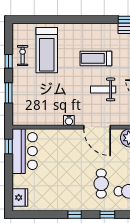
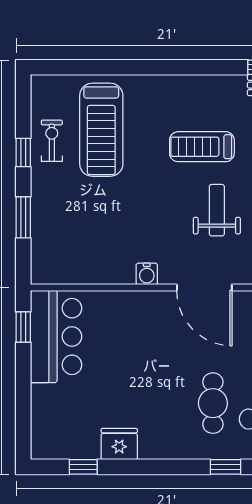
weight bench: (103, 89) -> (217, 210), turned 90
fridge: (20, 197) -> (119, 444), moved, turned -90
window: (75, 215) -> (83, 467), moved

